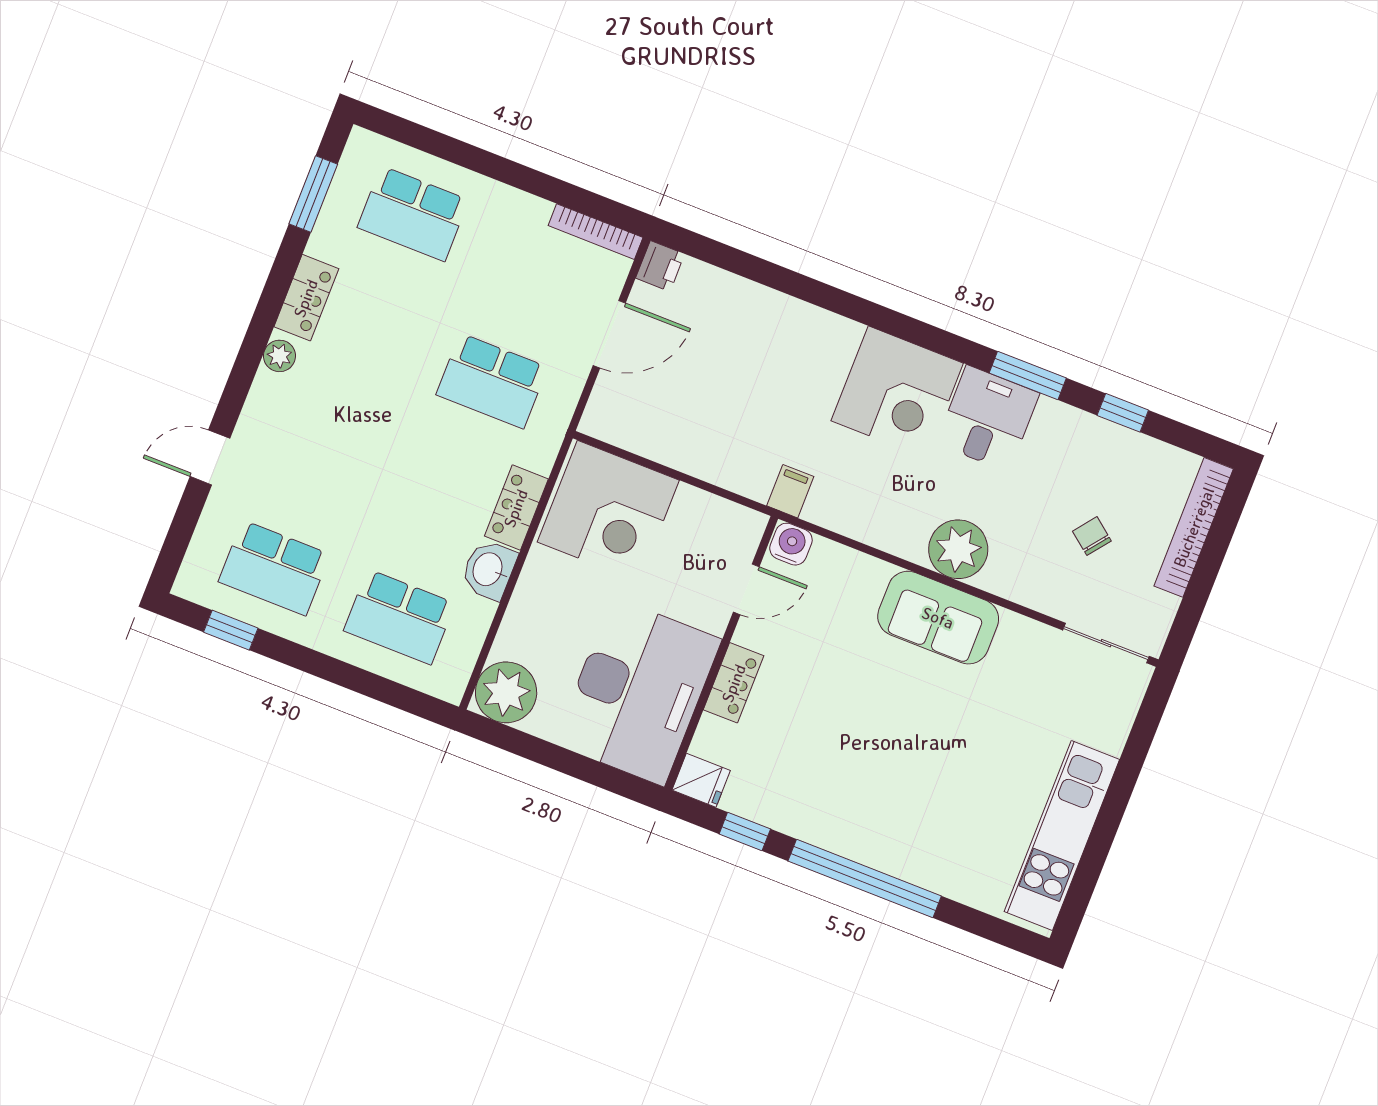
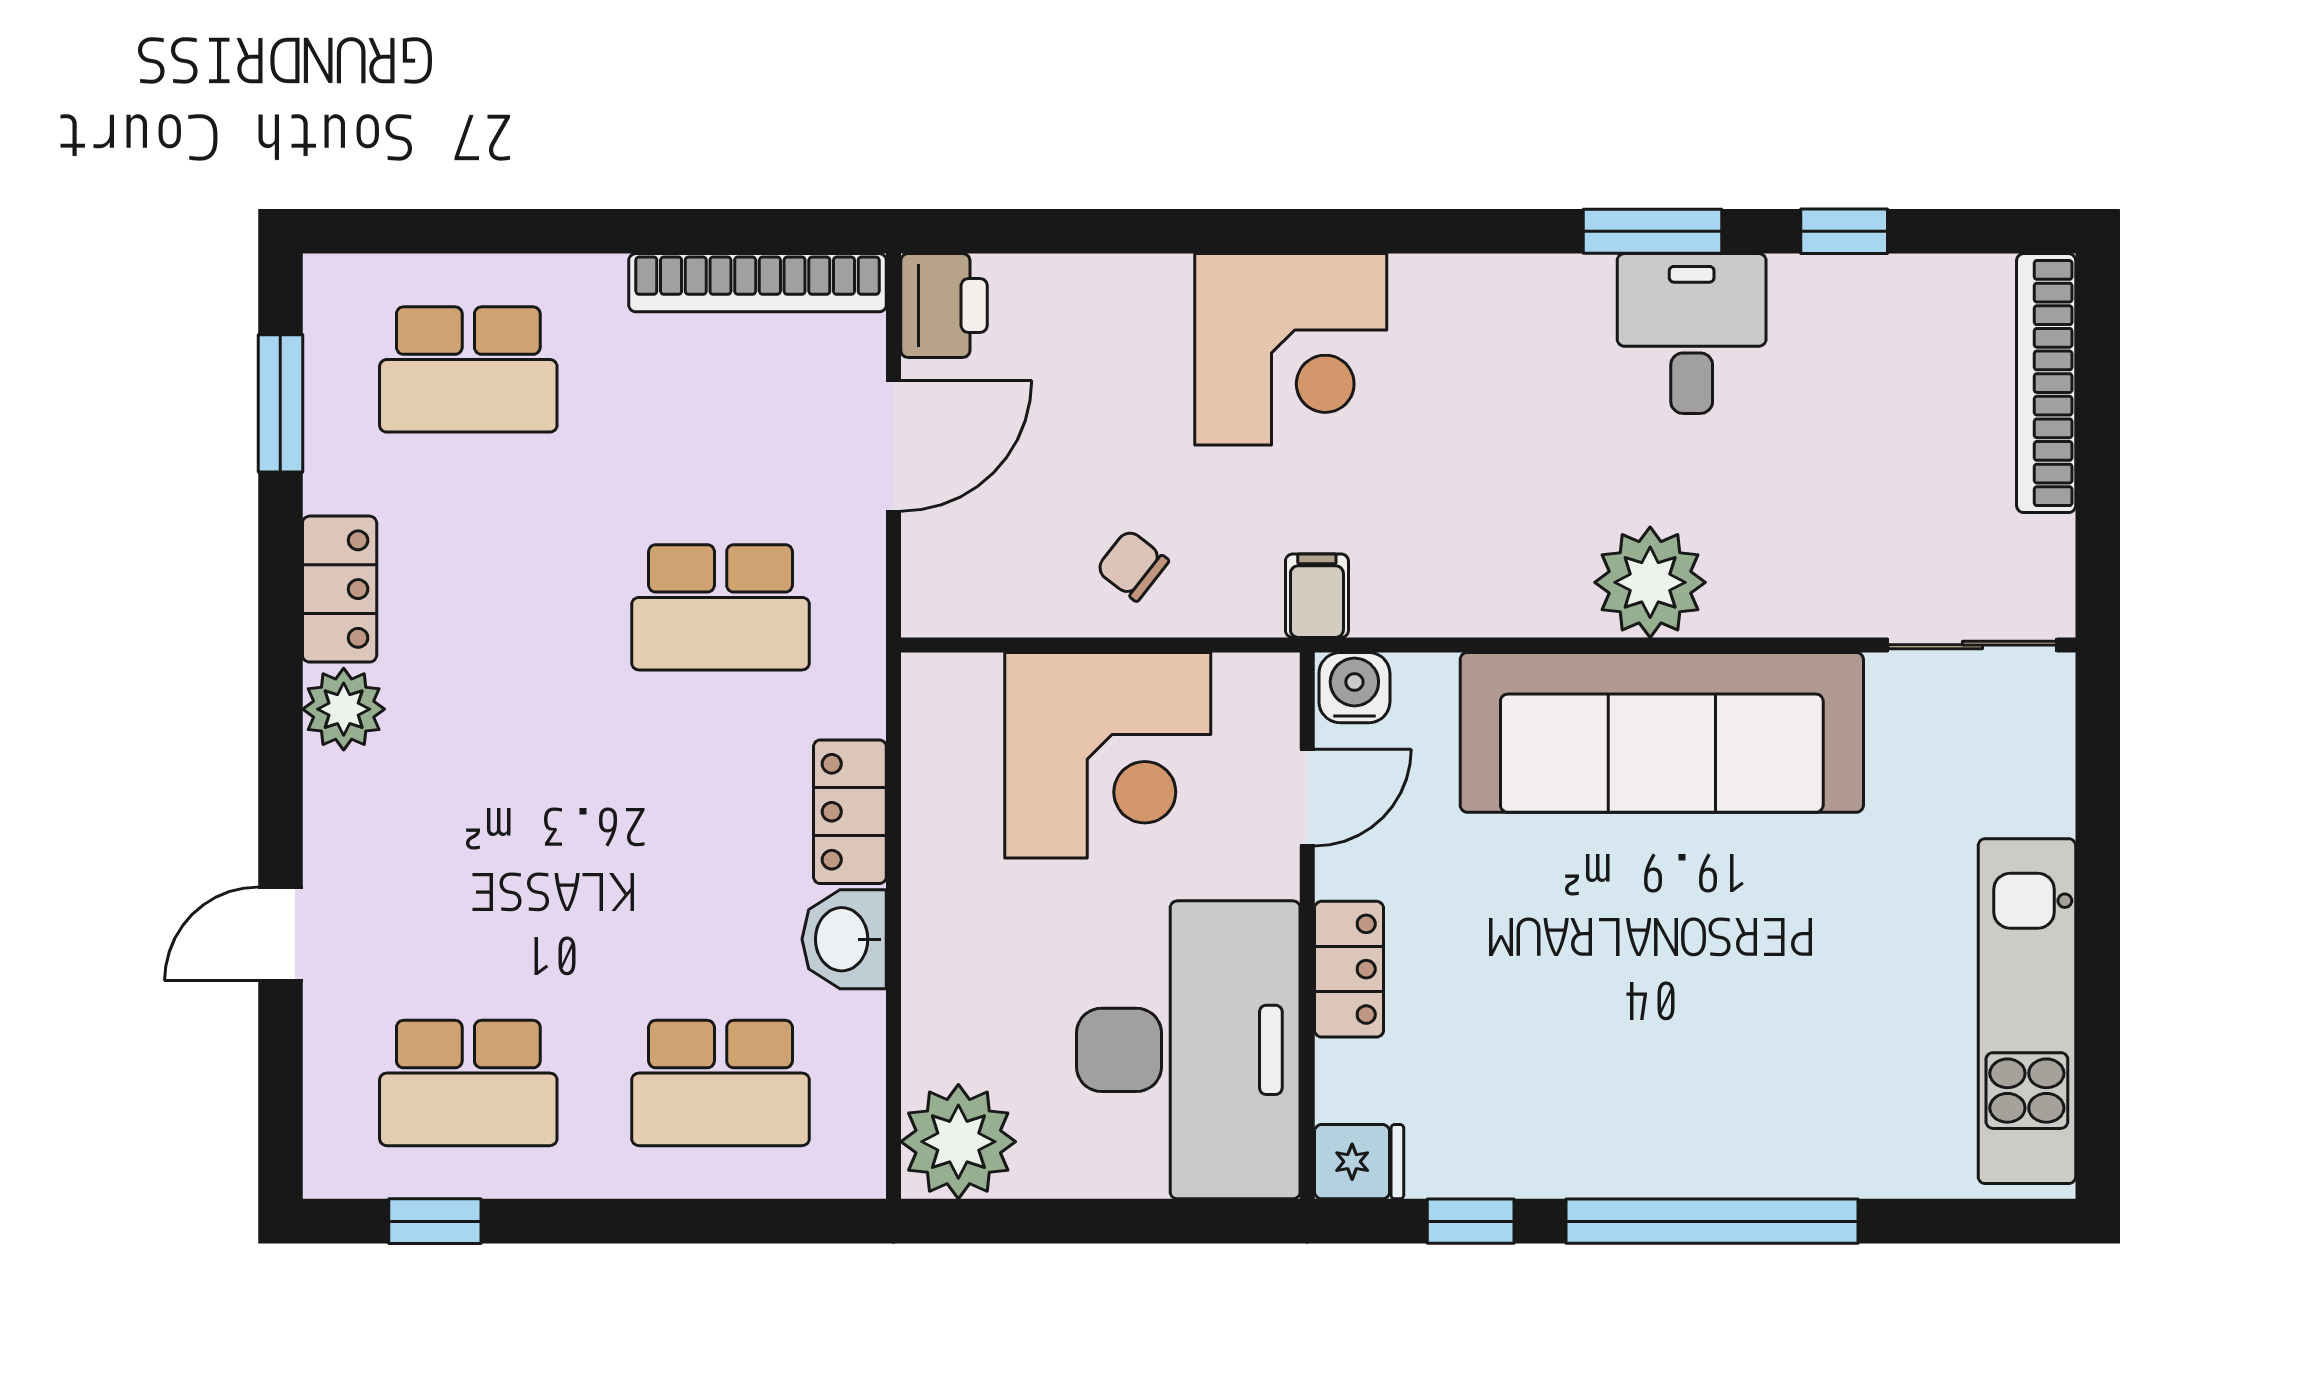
bookcase: (596, 232) -> (758, 283), width x1.48, depth x1.31
printer: (660, 266) -> (944, 306), width x1.36, depth x1.24
plant: (279, 356) -> (344, 709), width x1.38, depth x1.38
corner desk: (897, 392) -> (1291, 349), moved
desk: (988, 418) -> (1692, 334), moved
corner desk: (608, 511) -> (1108, 755), moved
chair: (1092, 536) -> (1132, 565), moved
sofa: (938, 618) -> (1662, 732), width x1.85, depth x1.27

